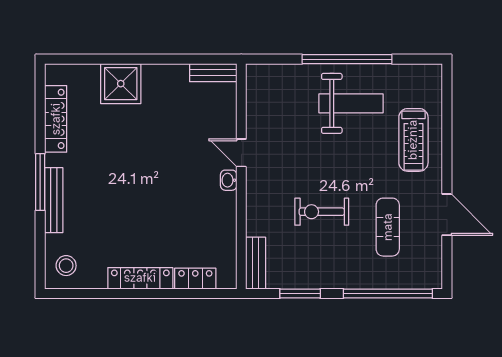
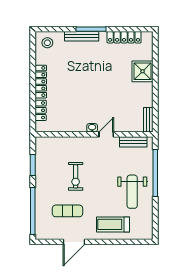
window: (347, 59) -> (155, 173), moved
exercise bike: (322, 212) -> (76, 176), turned 180
bench: (256, 263) -> (133, 142), moved

